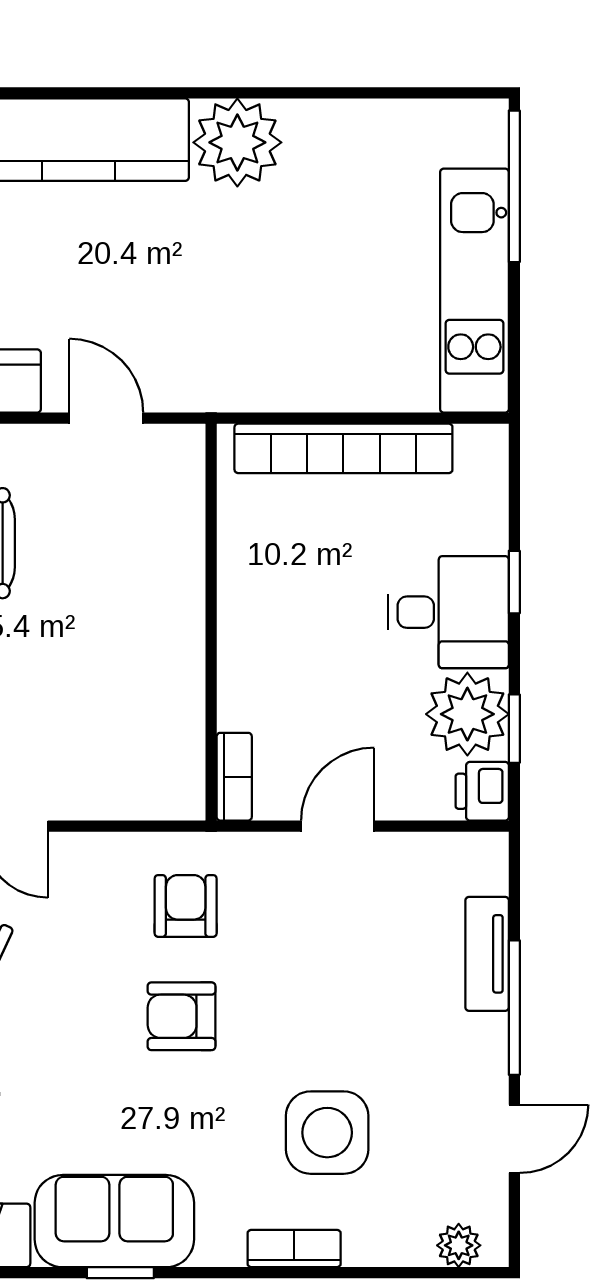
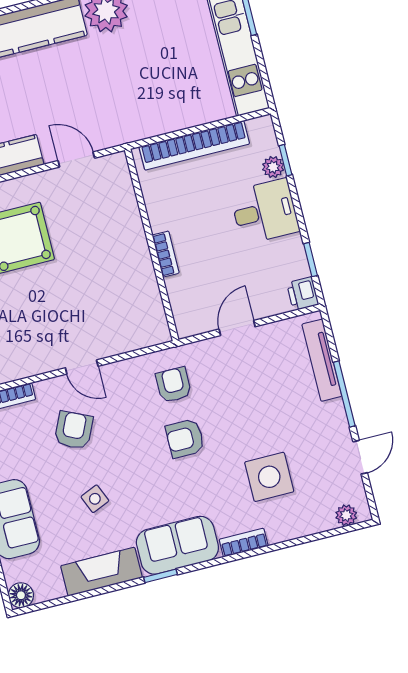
window: (514, 582) -> (286, 160), moved
plant: (467, 714) -> (273, 167), moved, width x0.53, depth x0.53
bookcase: (234, 777) -> (166, 254), moved
tv unit: (487, 954) -> (322, 360), width x1.41
bookcase: (294, 1248) -> (244, 543), moved
window: (120, 1273) -> (161, 576), moved

